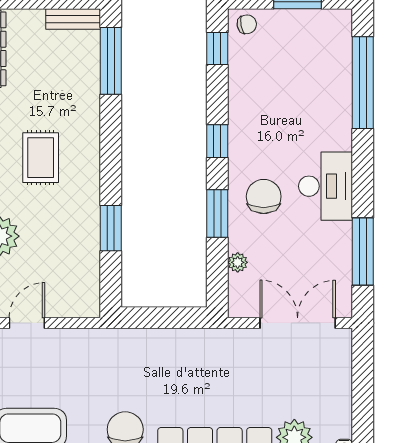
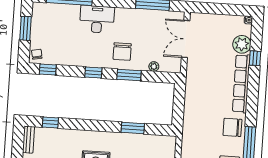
window: (111, 61) -> (50, 122), width x0.46
desk: (326, 186) -> (97, 19), moved
chair: (264, 196) -> (122, 52), turned -90

